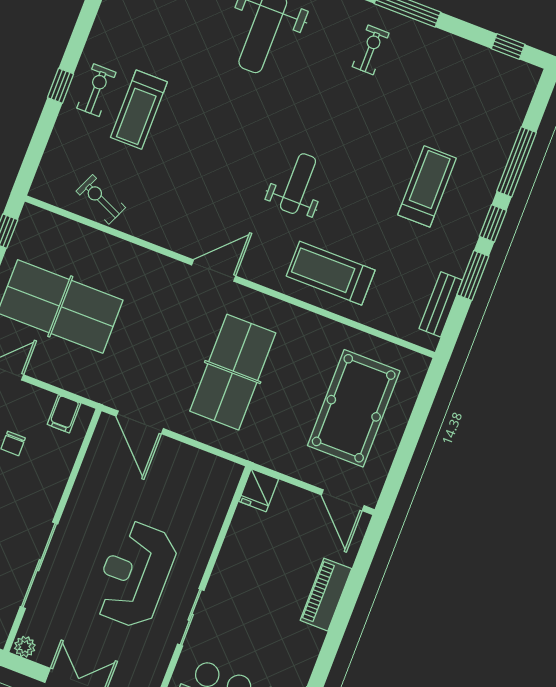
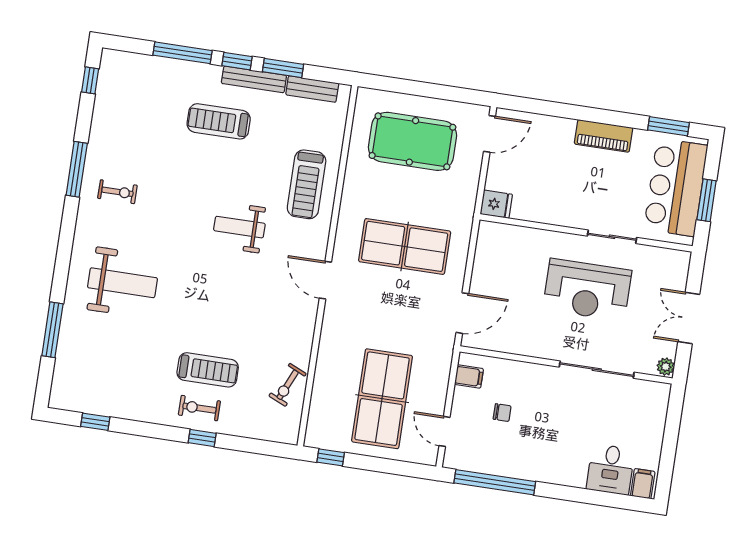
exercise bike: (371, 50) -> (117, 192), turned 180
bench: (467, 239) -> (254, 79), added
piano: (326, 595) -> (604, 136), moved

